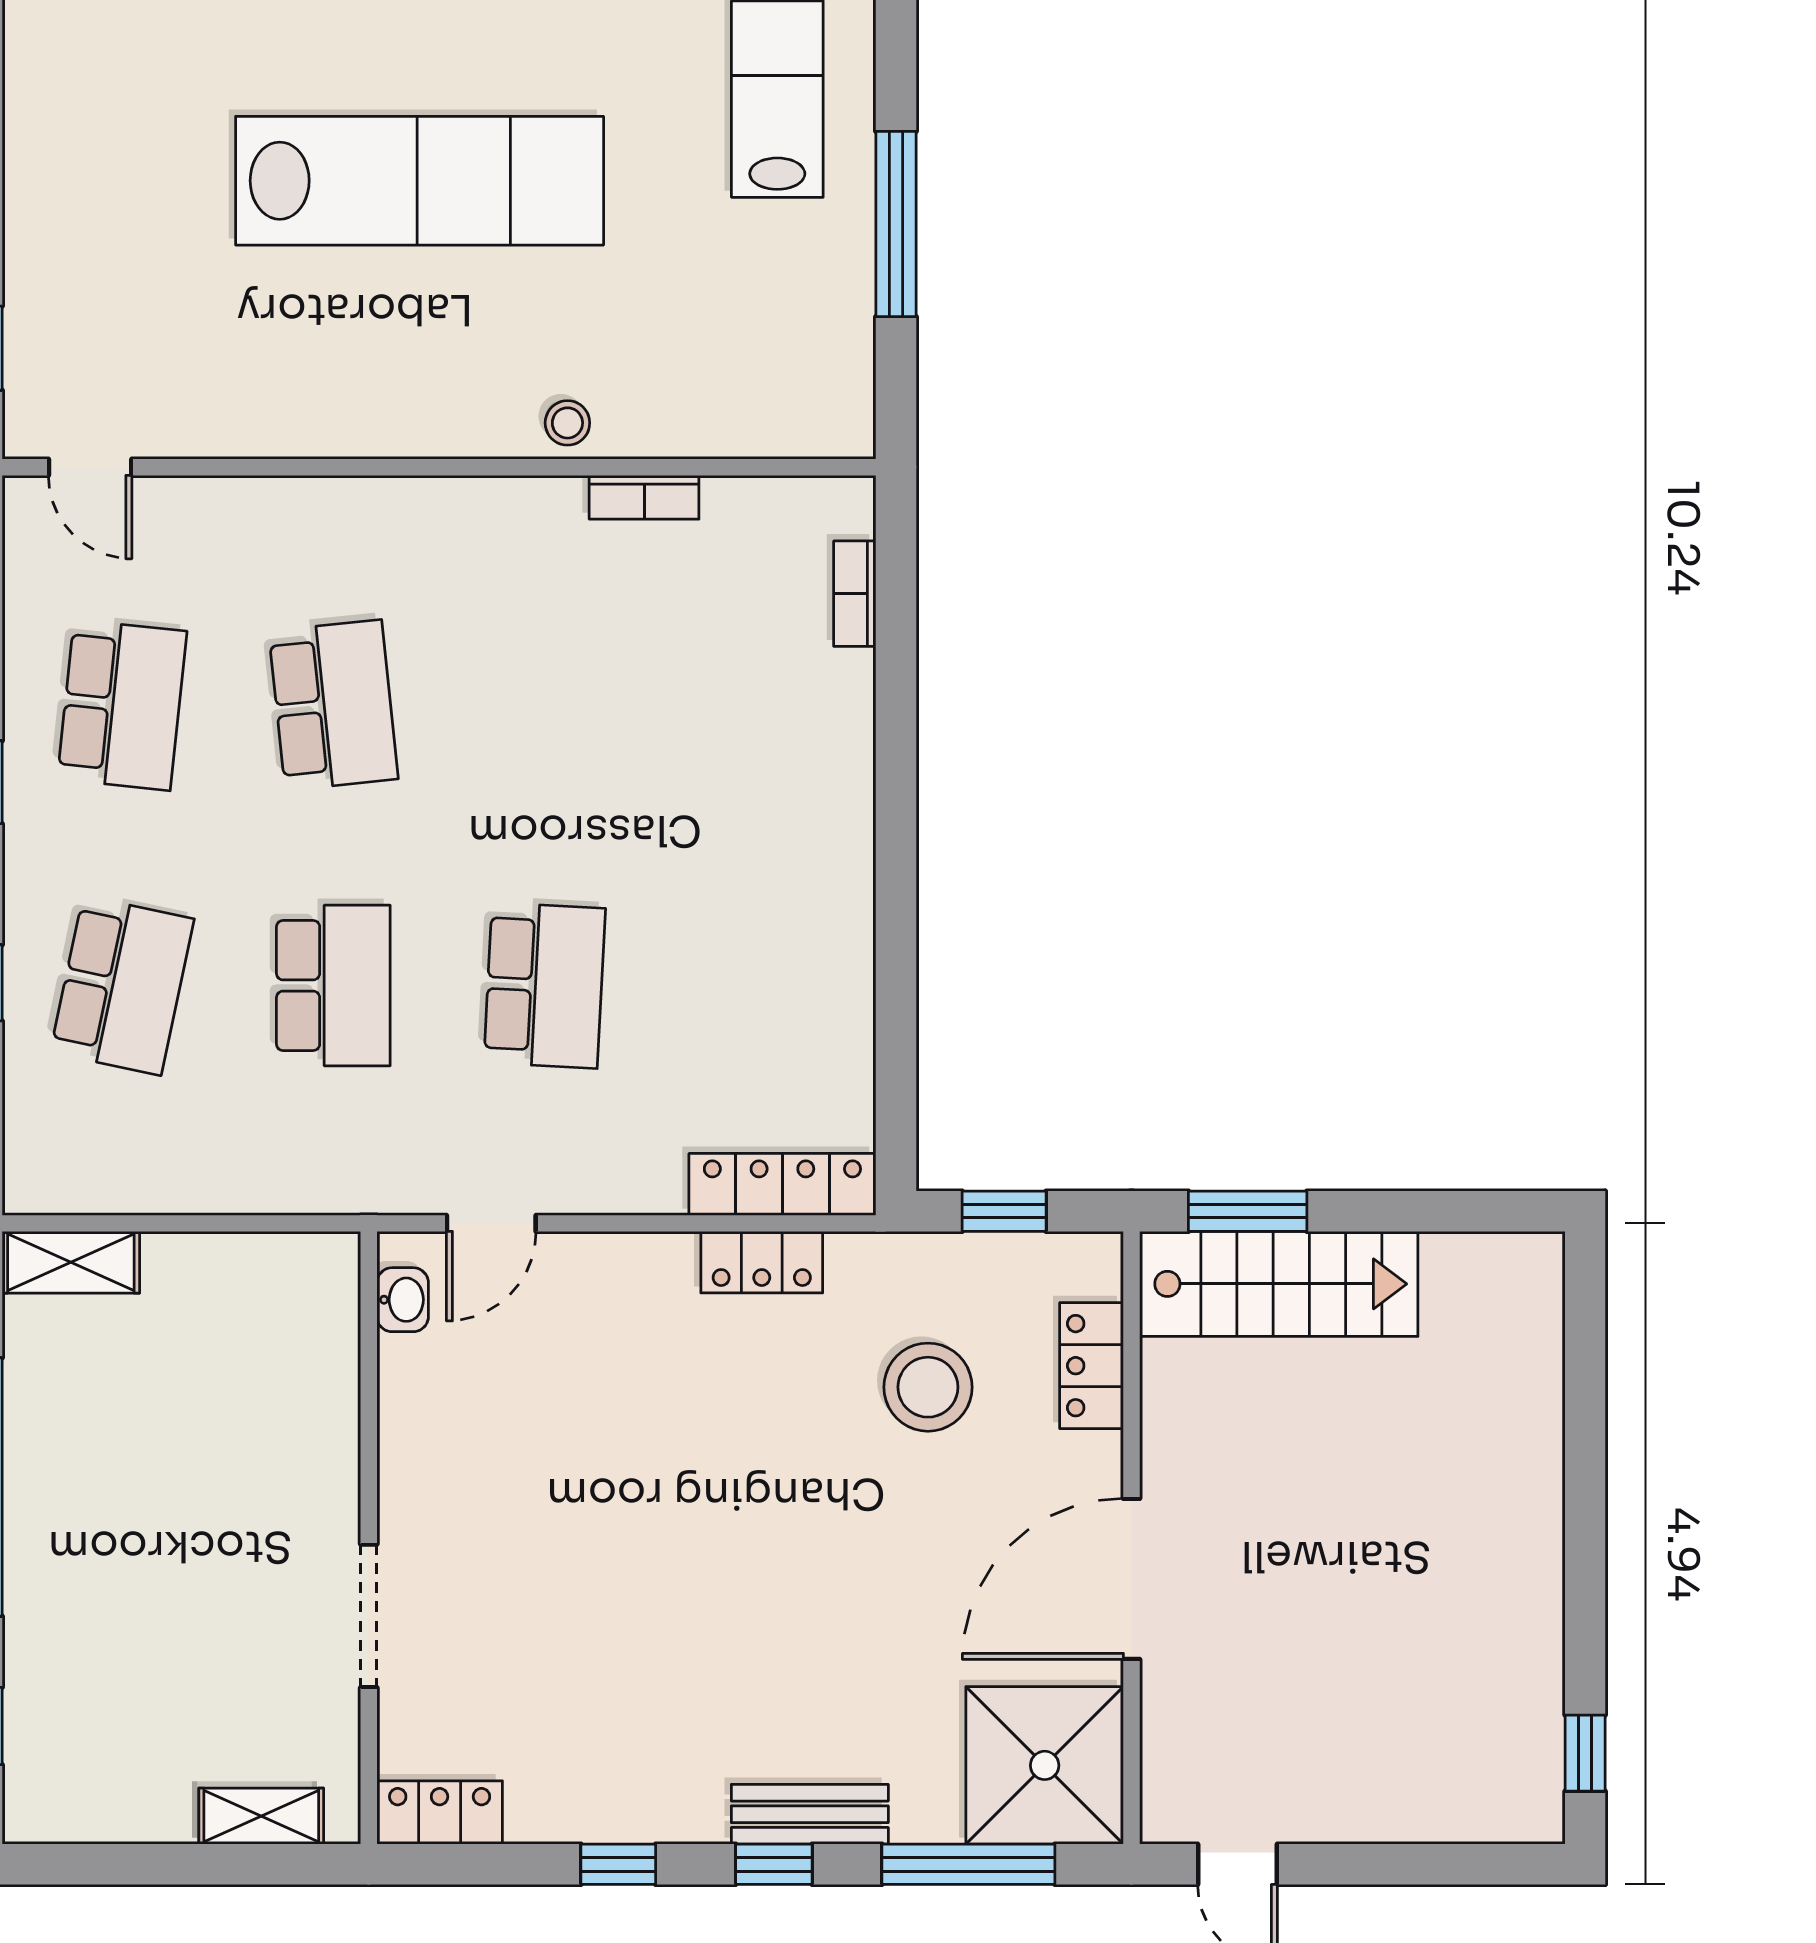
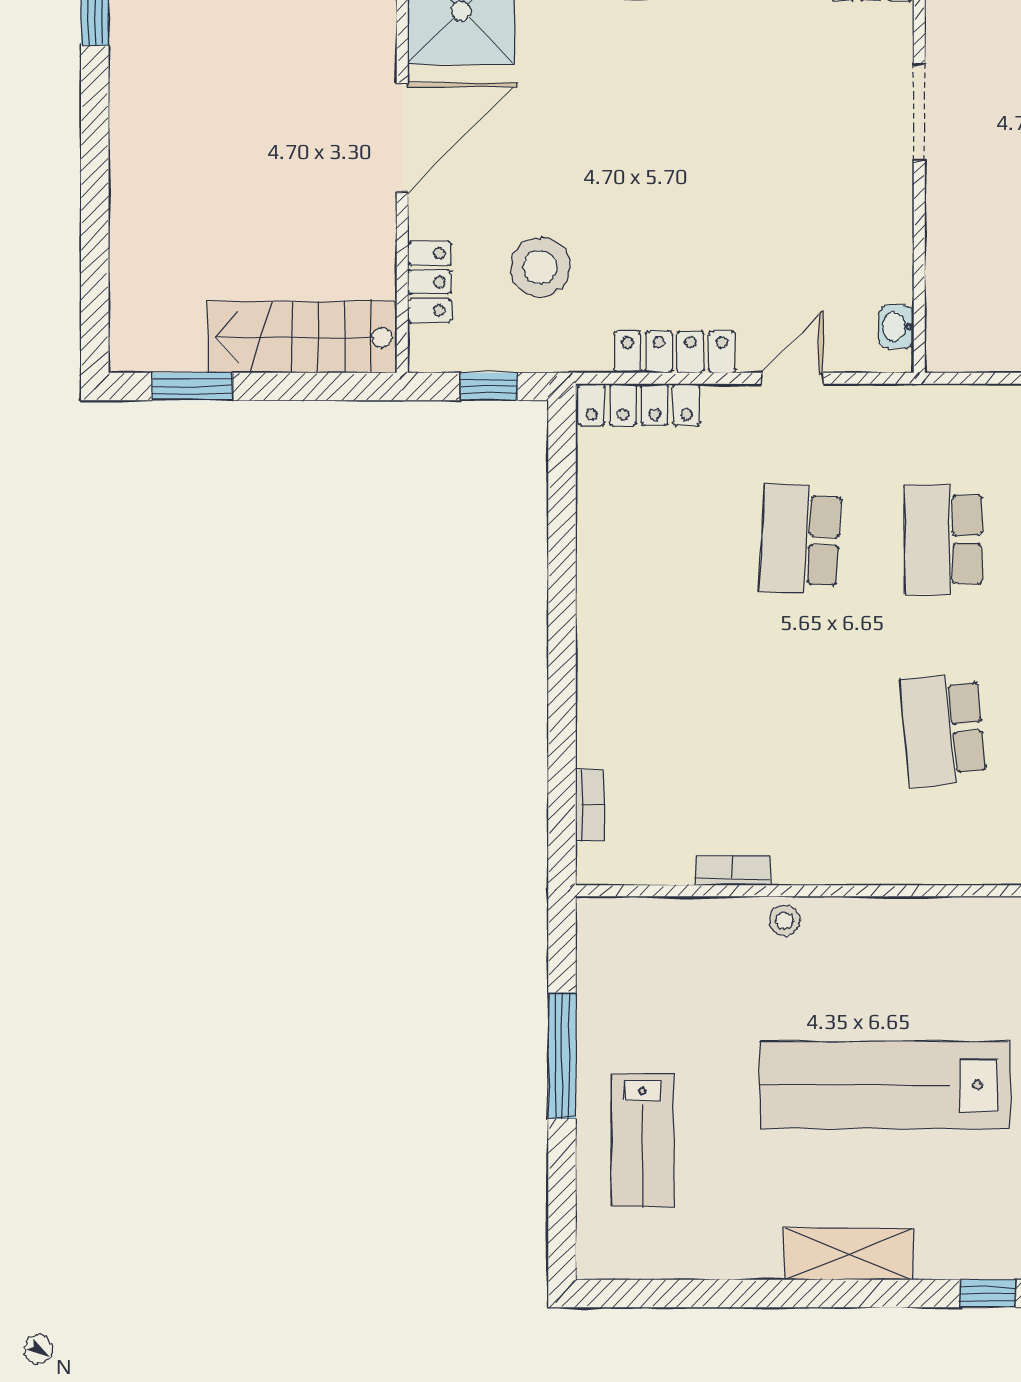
window: (1248, 1211) -> (192, 386), moved
door: (491, 1223) -> (793, 378), moved
locker: (762, 1262) -> (675, 352), width x1.53

